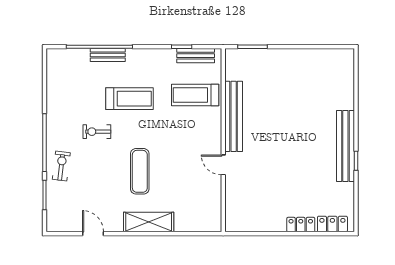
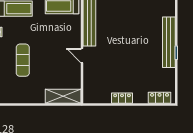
shelving: (149, 222) -> (63, 96), moved
locker: (301, 225) -> (122, 98), moved

